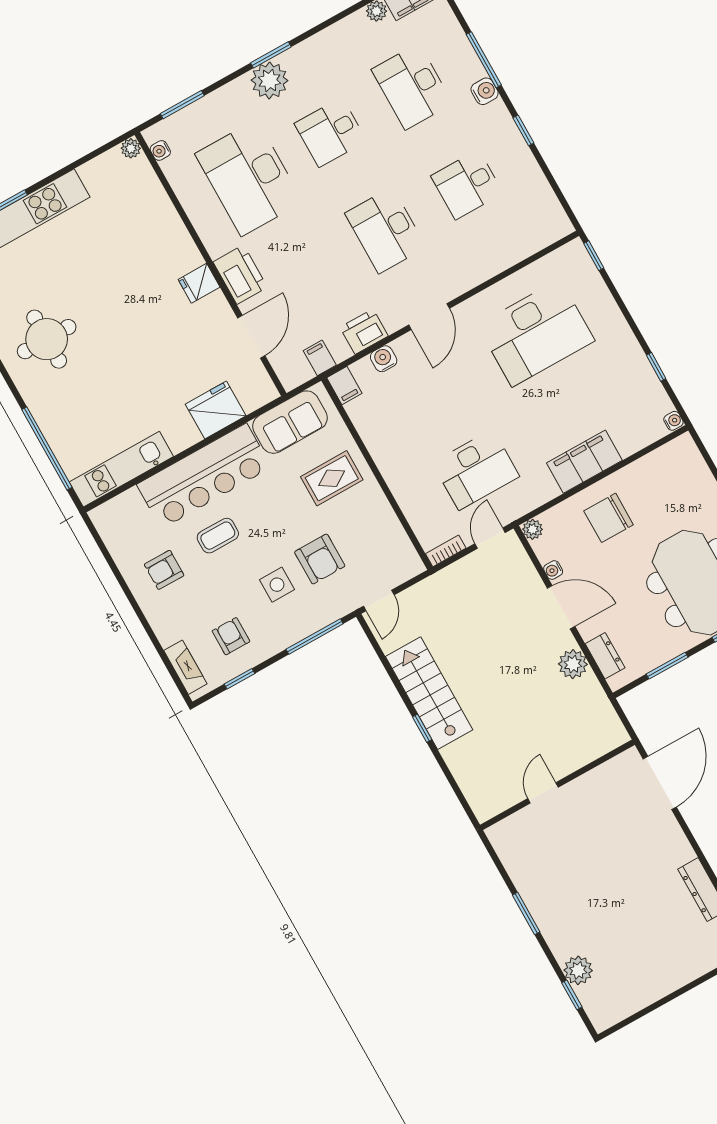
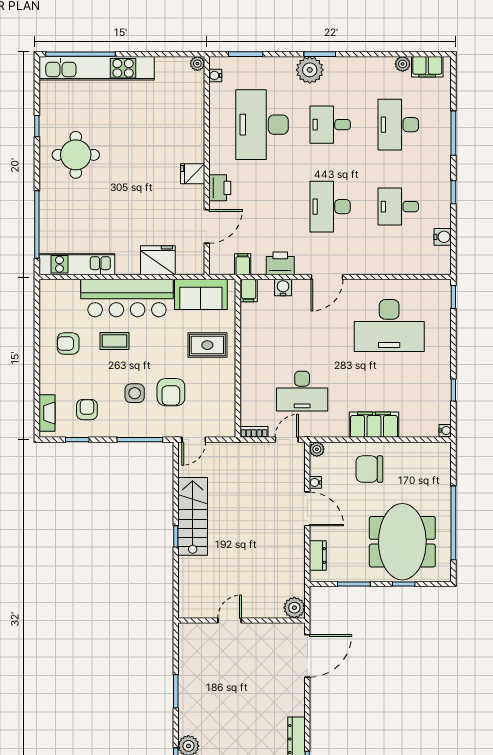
water cooler: (485, 91) -> (443, 237), moved
printer: (240, 275) -> (220, 188), width x0.73, depth x0.84
plant: (573, 664) -> (294, 608), moved

